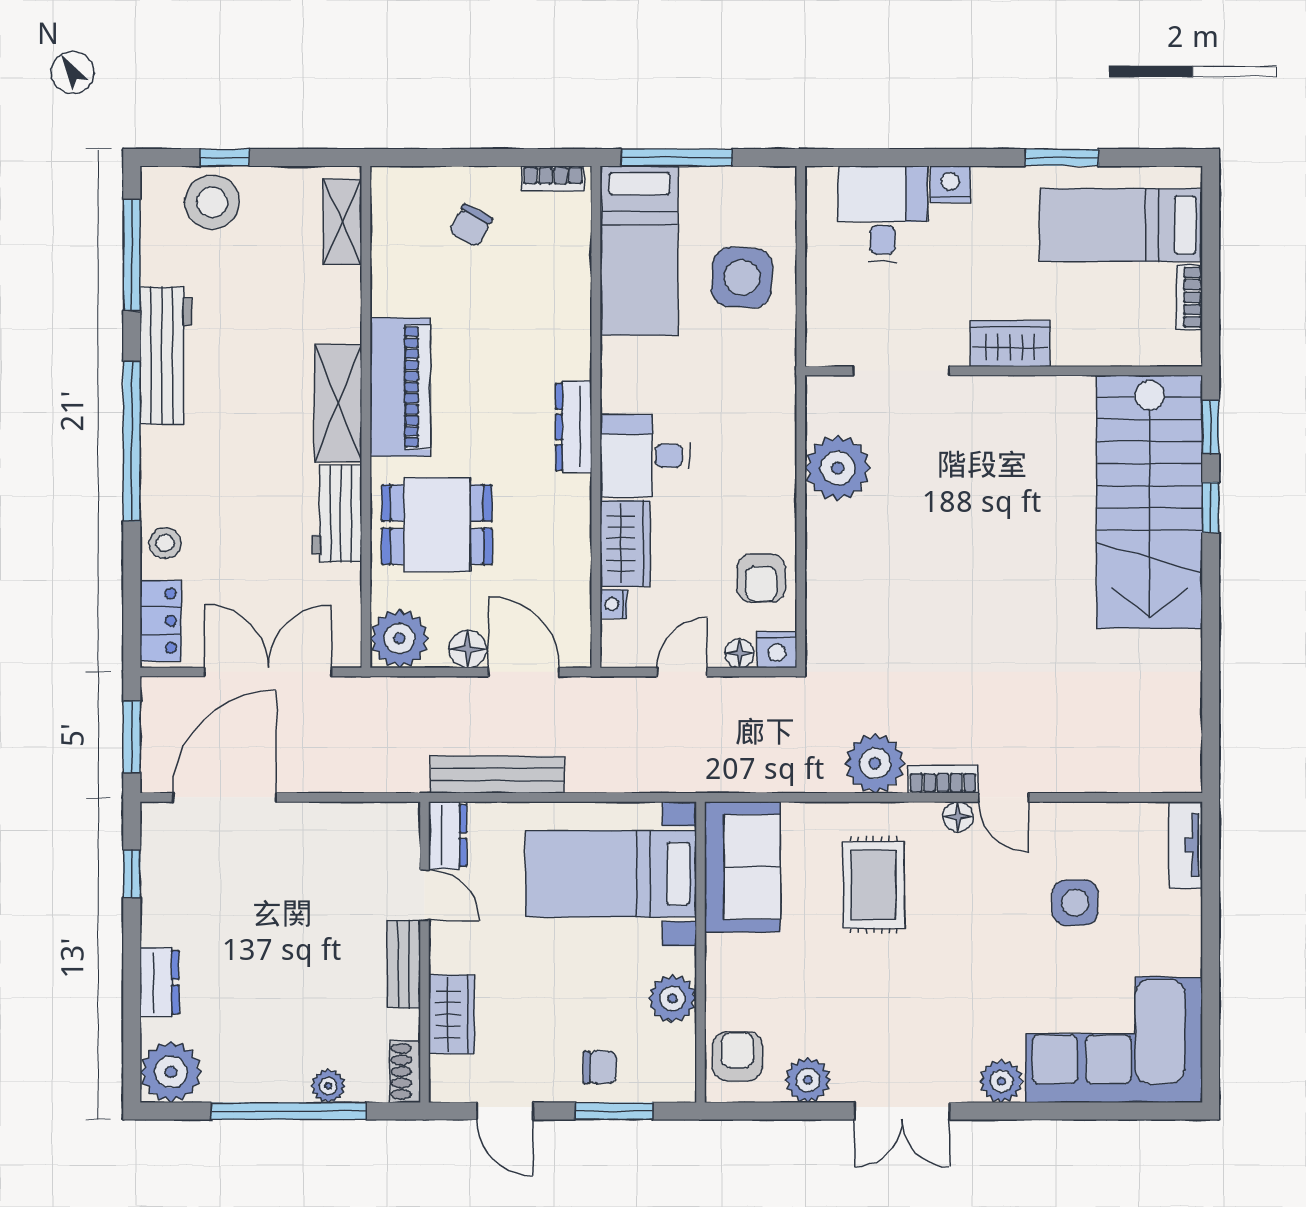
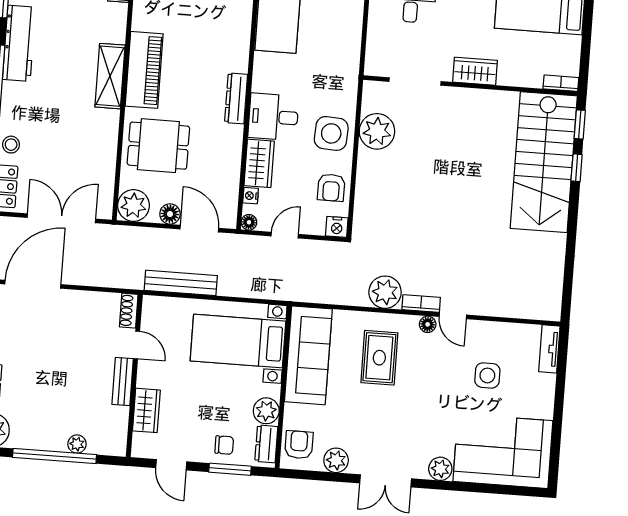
side table: (742, 278) -> (331, 133), moved
bookcase: (1189, 297) -> (561, 83), moved, turned 90
workbench: (337, 514) -> (105, 136), removed
floor lamp: (740, 653) -> (249, 222), moved
dresser: (448, 835) -> (266, 444), moved, turned 180
sofa: (742, 867) -> (308, 355), width x1.36
shoe rack: (405, 1071) -> (129, 311), moved

